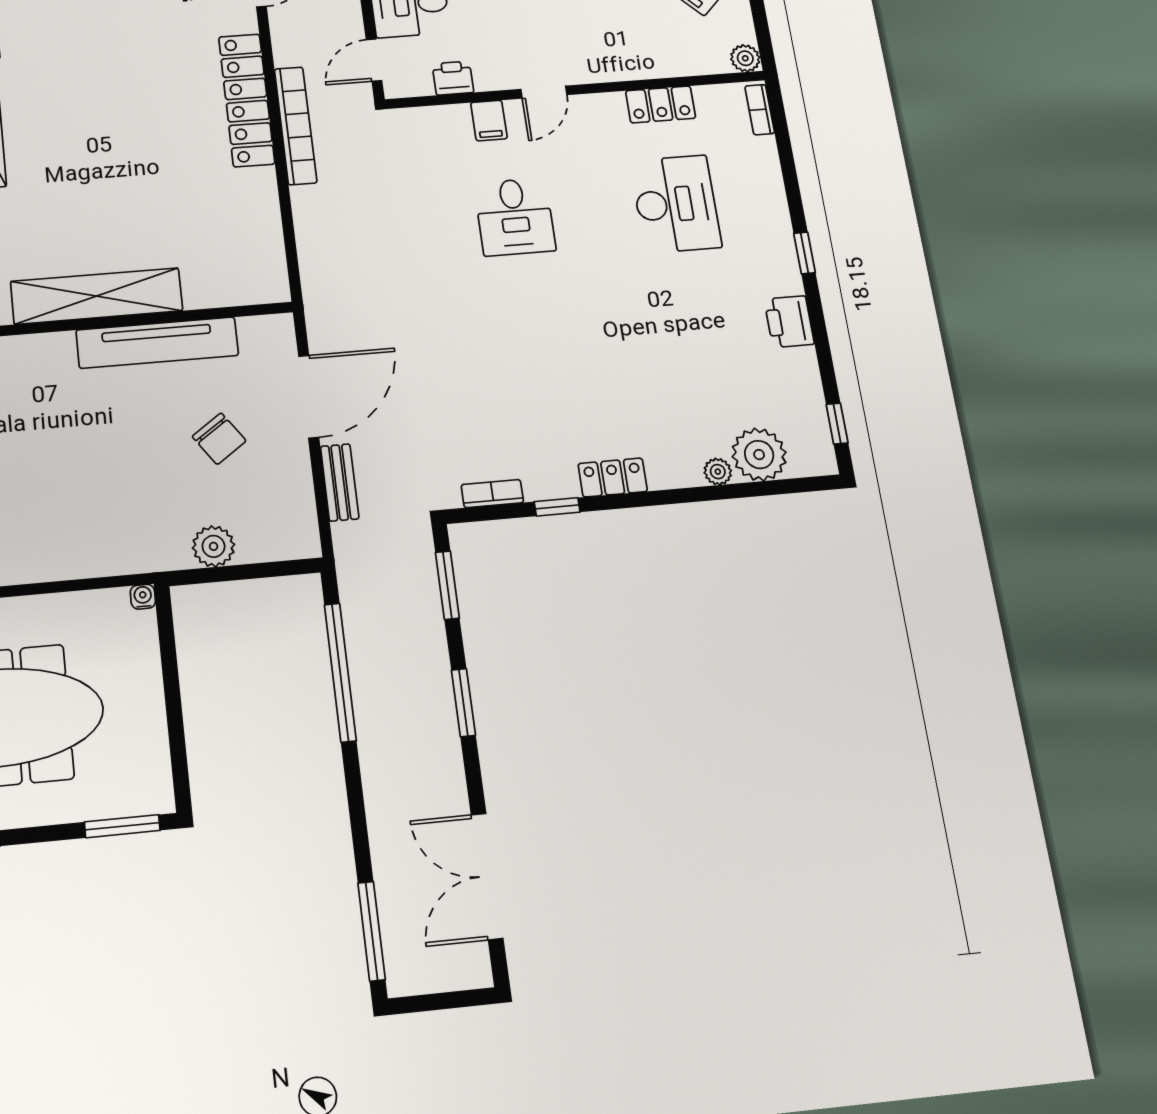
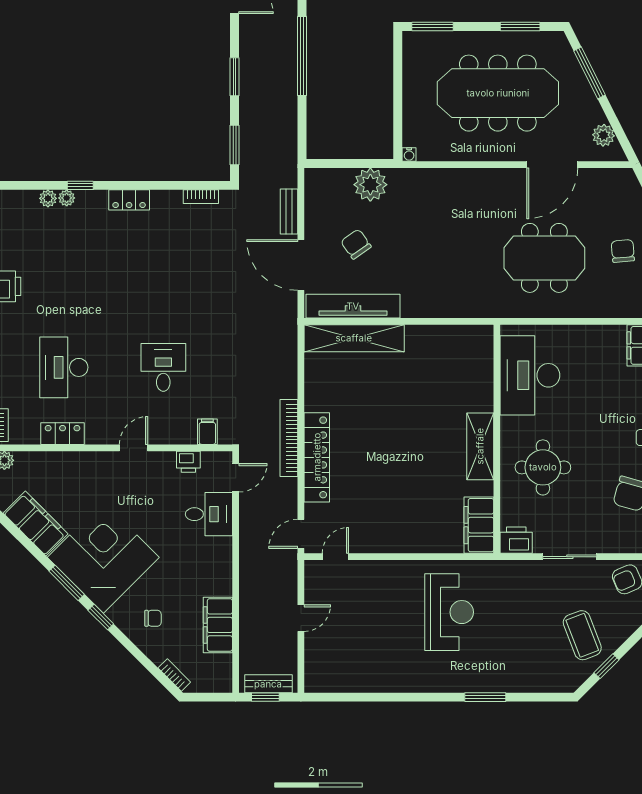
filing cabinet: (489, 121) -> (207, 432), moved
shelving: (97, 296) -> (354, 338), moved
tv unit: (157, 343) -> (353, 306), moved
door: (309, 397) -> (301, 265), hinge flipped
plant: (759, 455) -> (48, 198), width x0.53, depth x0.53
window: (557, 507) -> (80, 185), moved
plant: (214, 546) -> (370, 185), width x1.36, depth x1.36
window: (340, 672) -> (302, 56), moved

